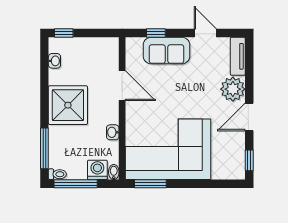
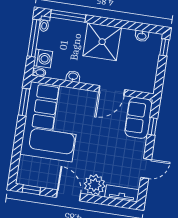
sofa: (167, 51) -> (138, 118), moved

